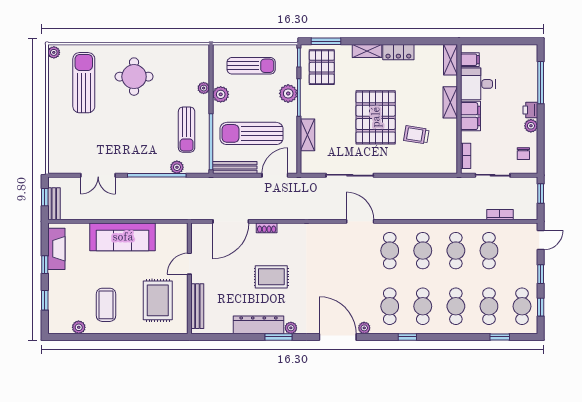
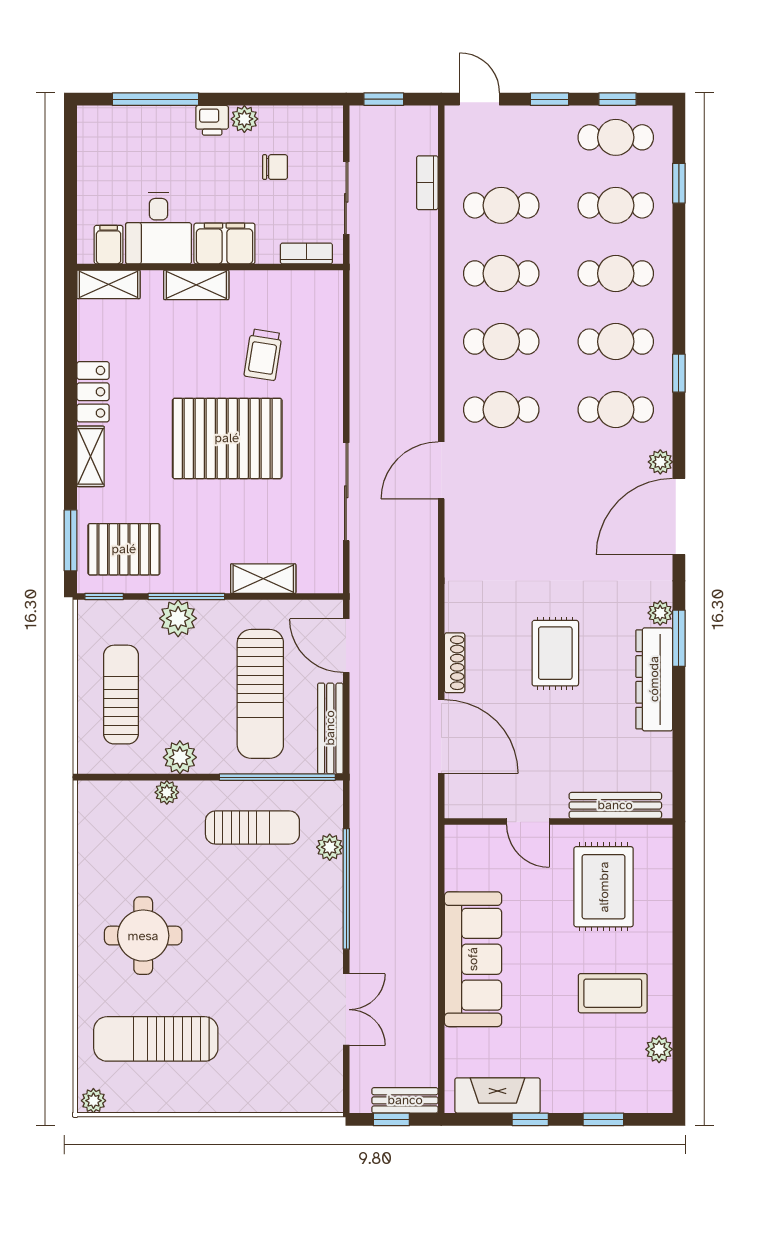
chair: (523, 154) -> (275, 167), moved
shoe rack: (267, 228) -> (455, 663), width x1.43
rug: (158, 300) -> (604, 887), turned 90

